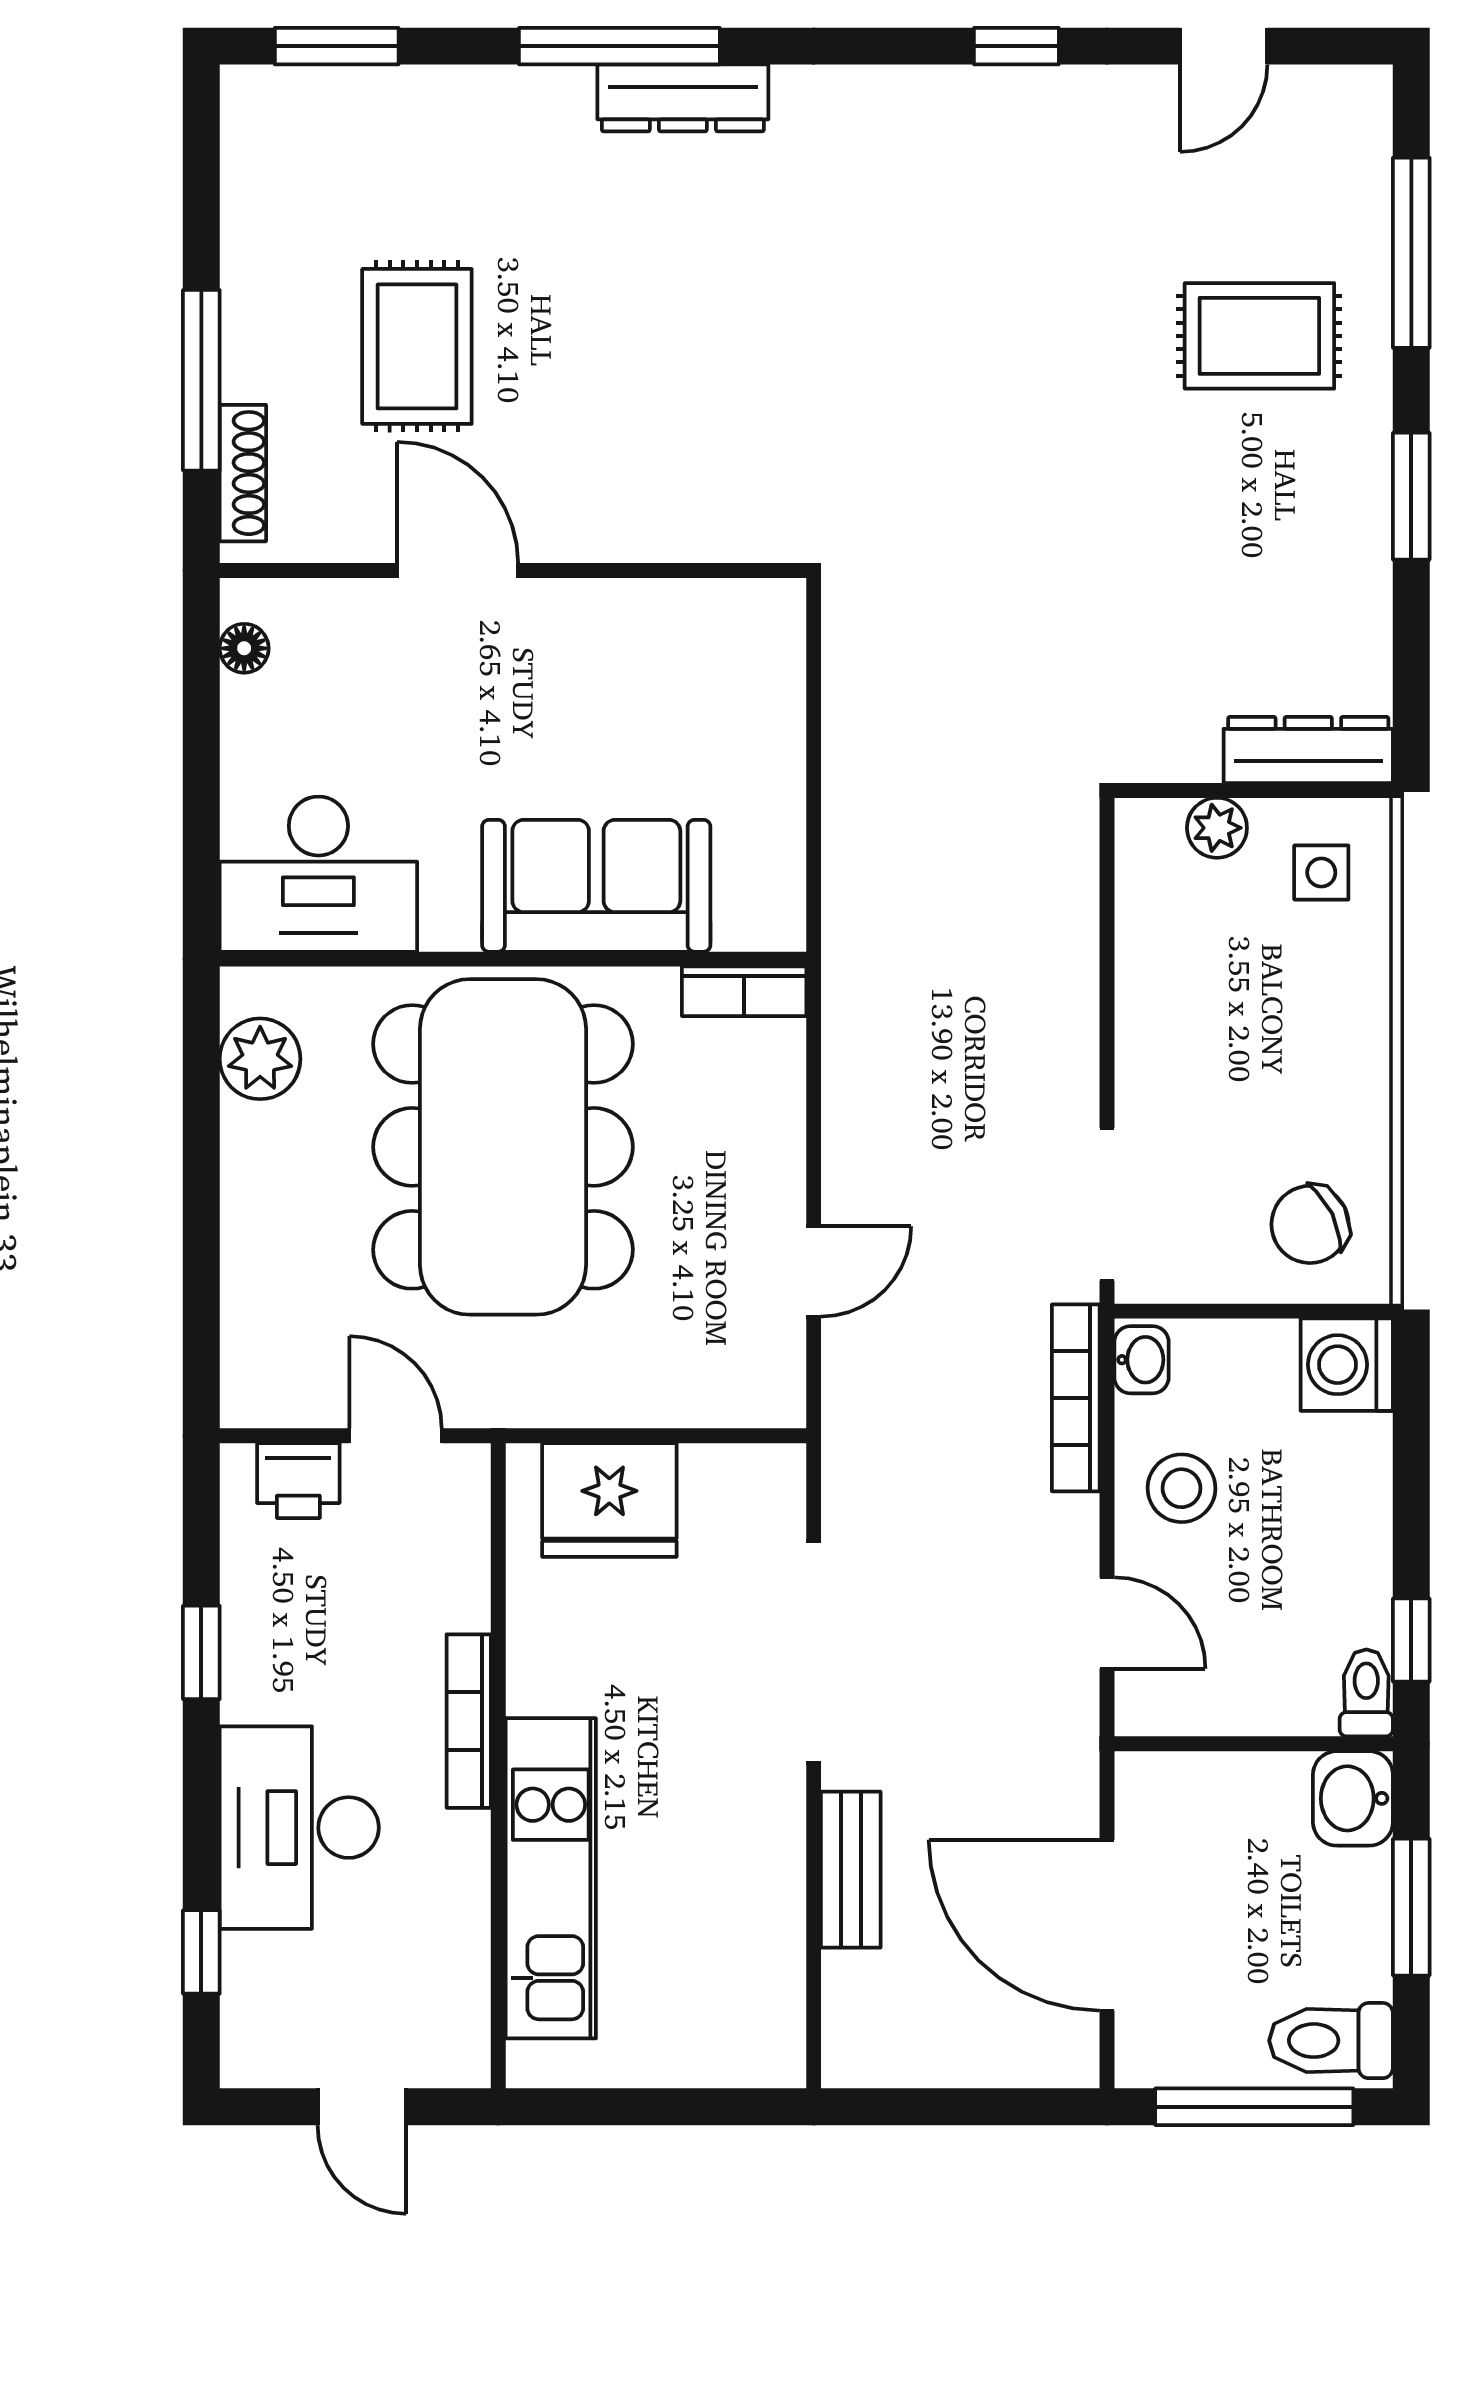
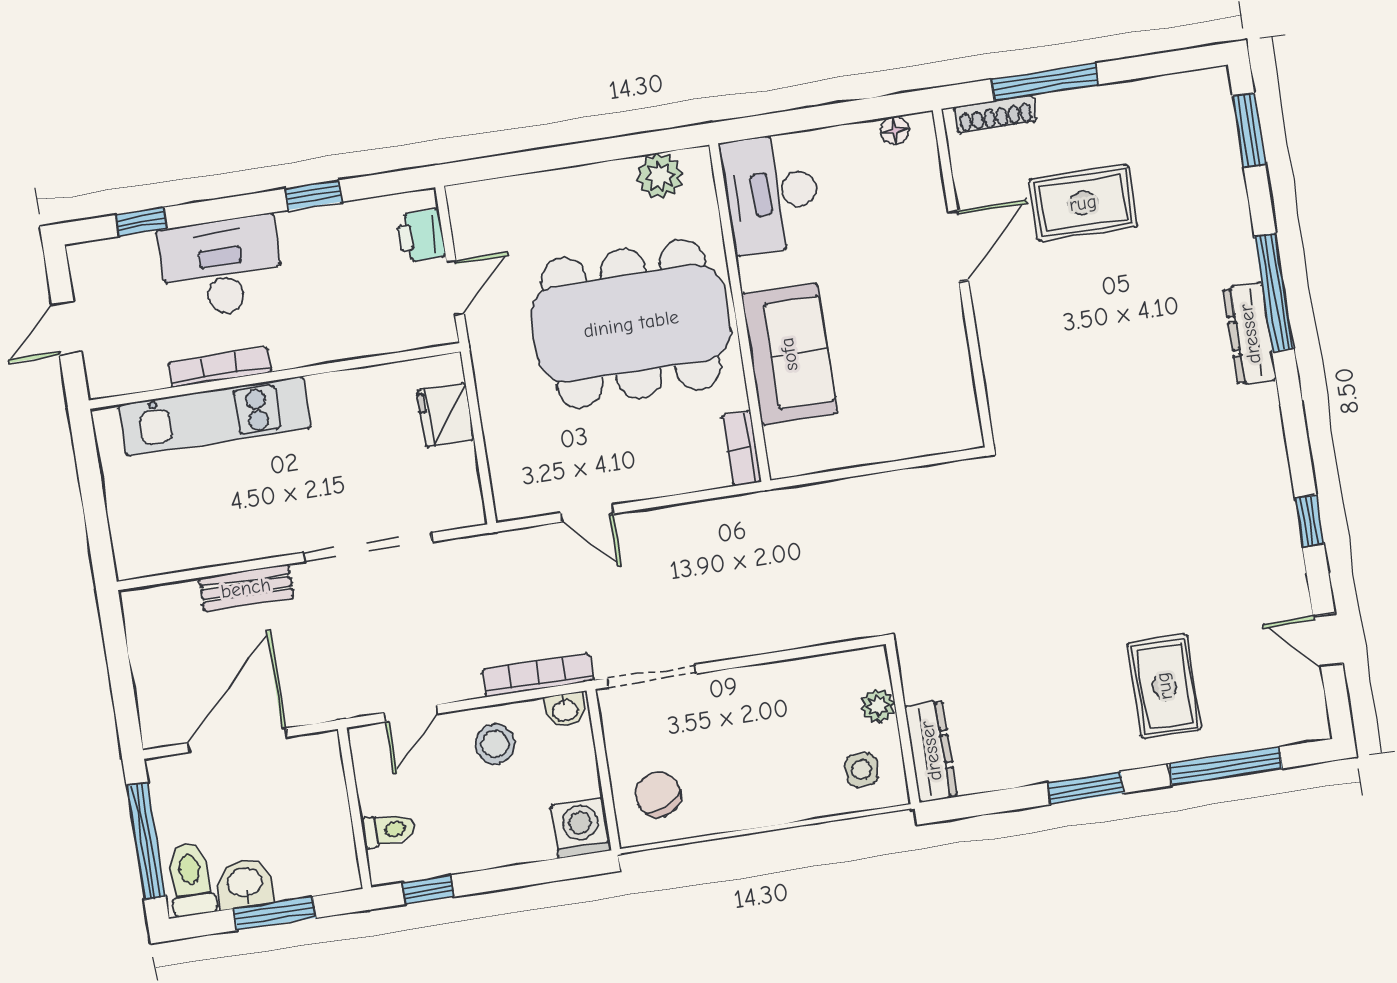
fridge: (609, 1500) -> (446, 415), width x0.73, depth x0.75
toilet: (1366, 1693) -> (388, 830), moved
bookcase: (469, 1721) -> (220, 367), moved
washbasin: (1353, 1798) -> (245, 884), moved

